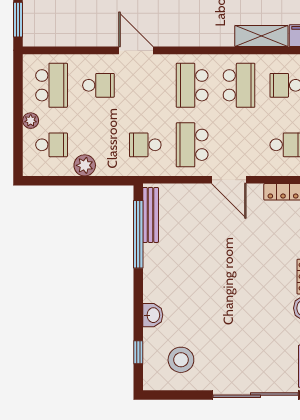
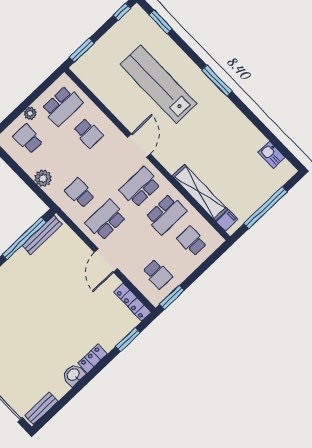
shelving: (261, 36) -> (200, 193), width x1.47
door: (136, 50) -> (139, 146), moved
school desk: (52, 145) -> (28, 139), turned 180
plant: (85, 165) -> (43, 178), moved

